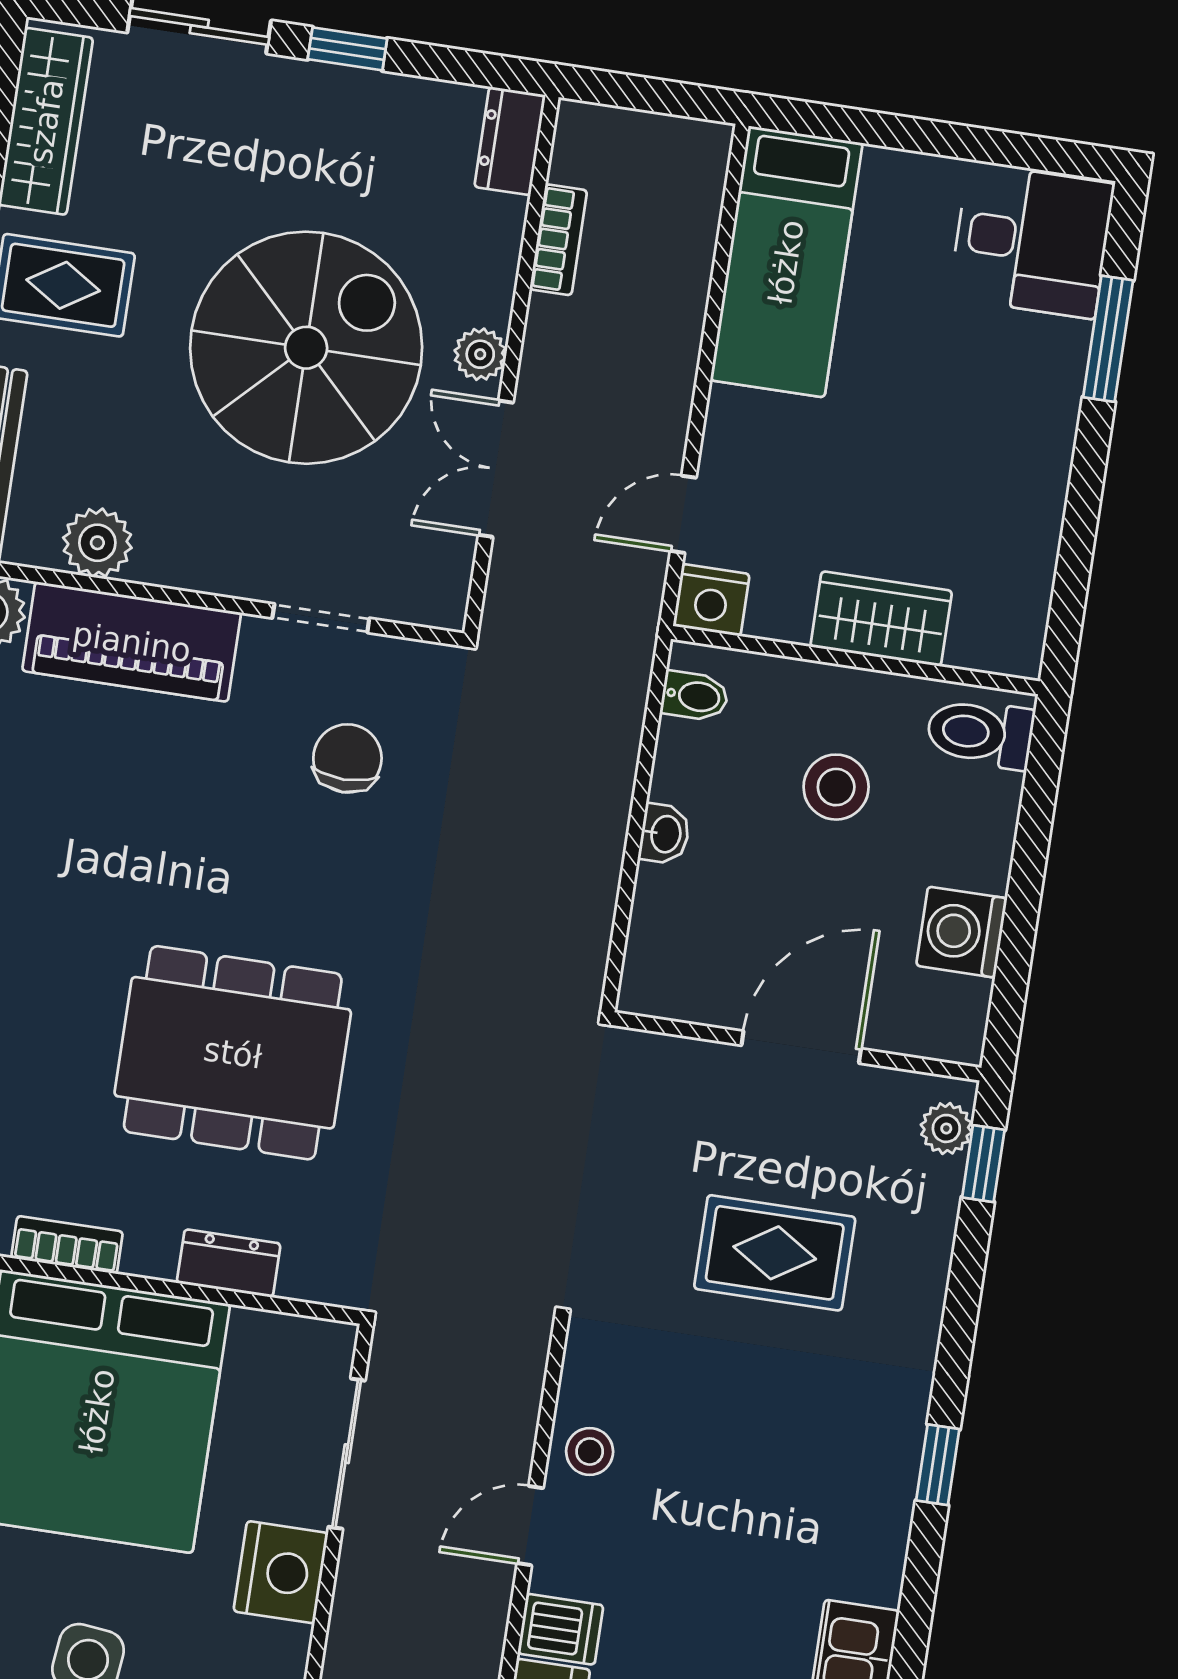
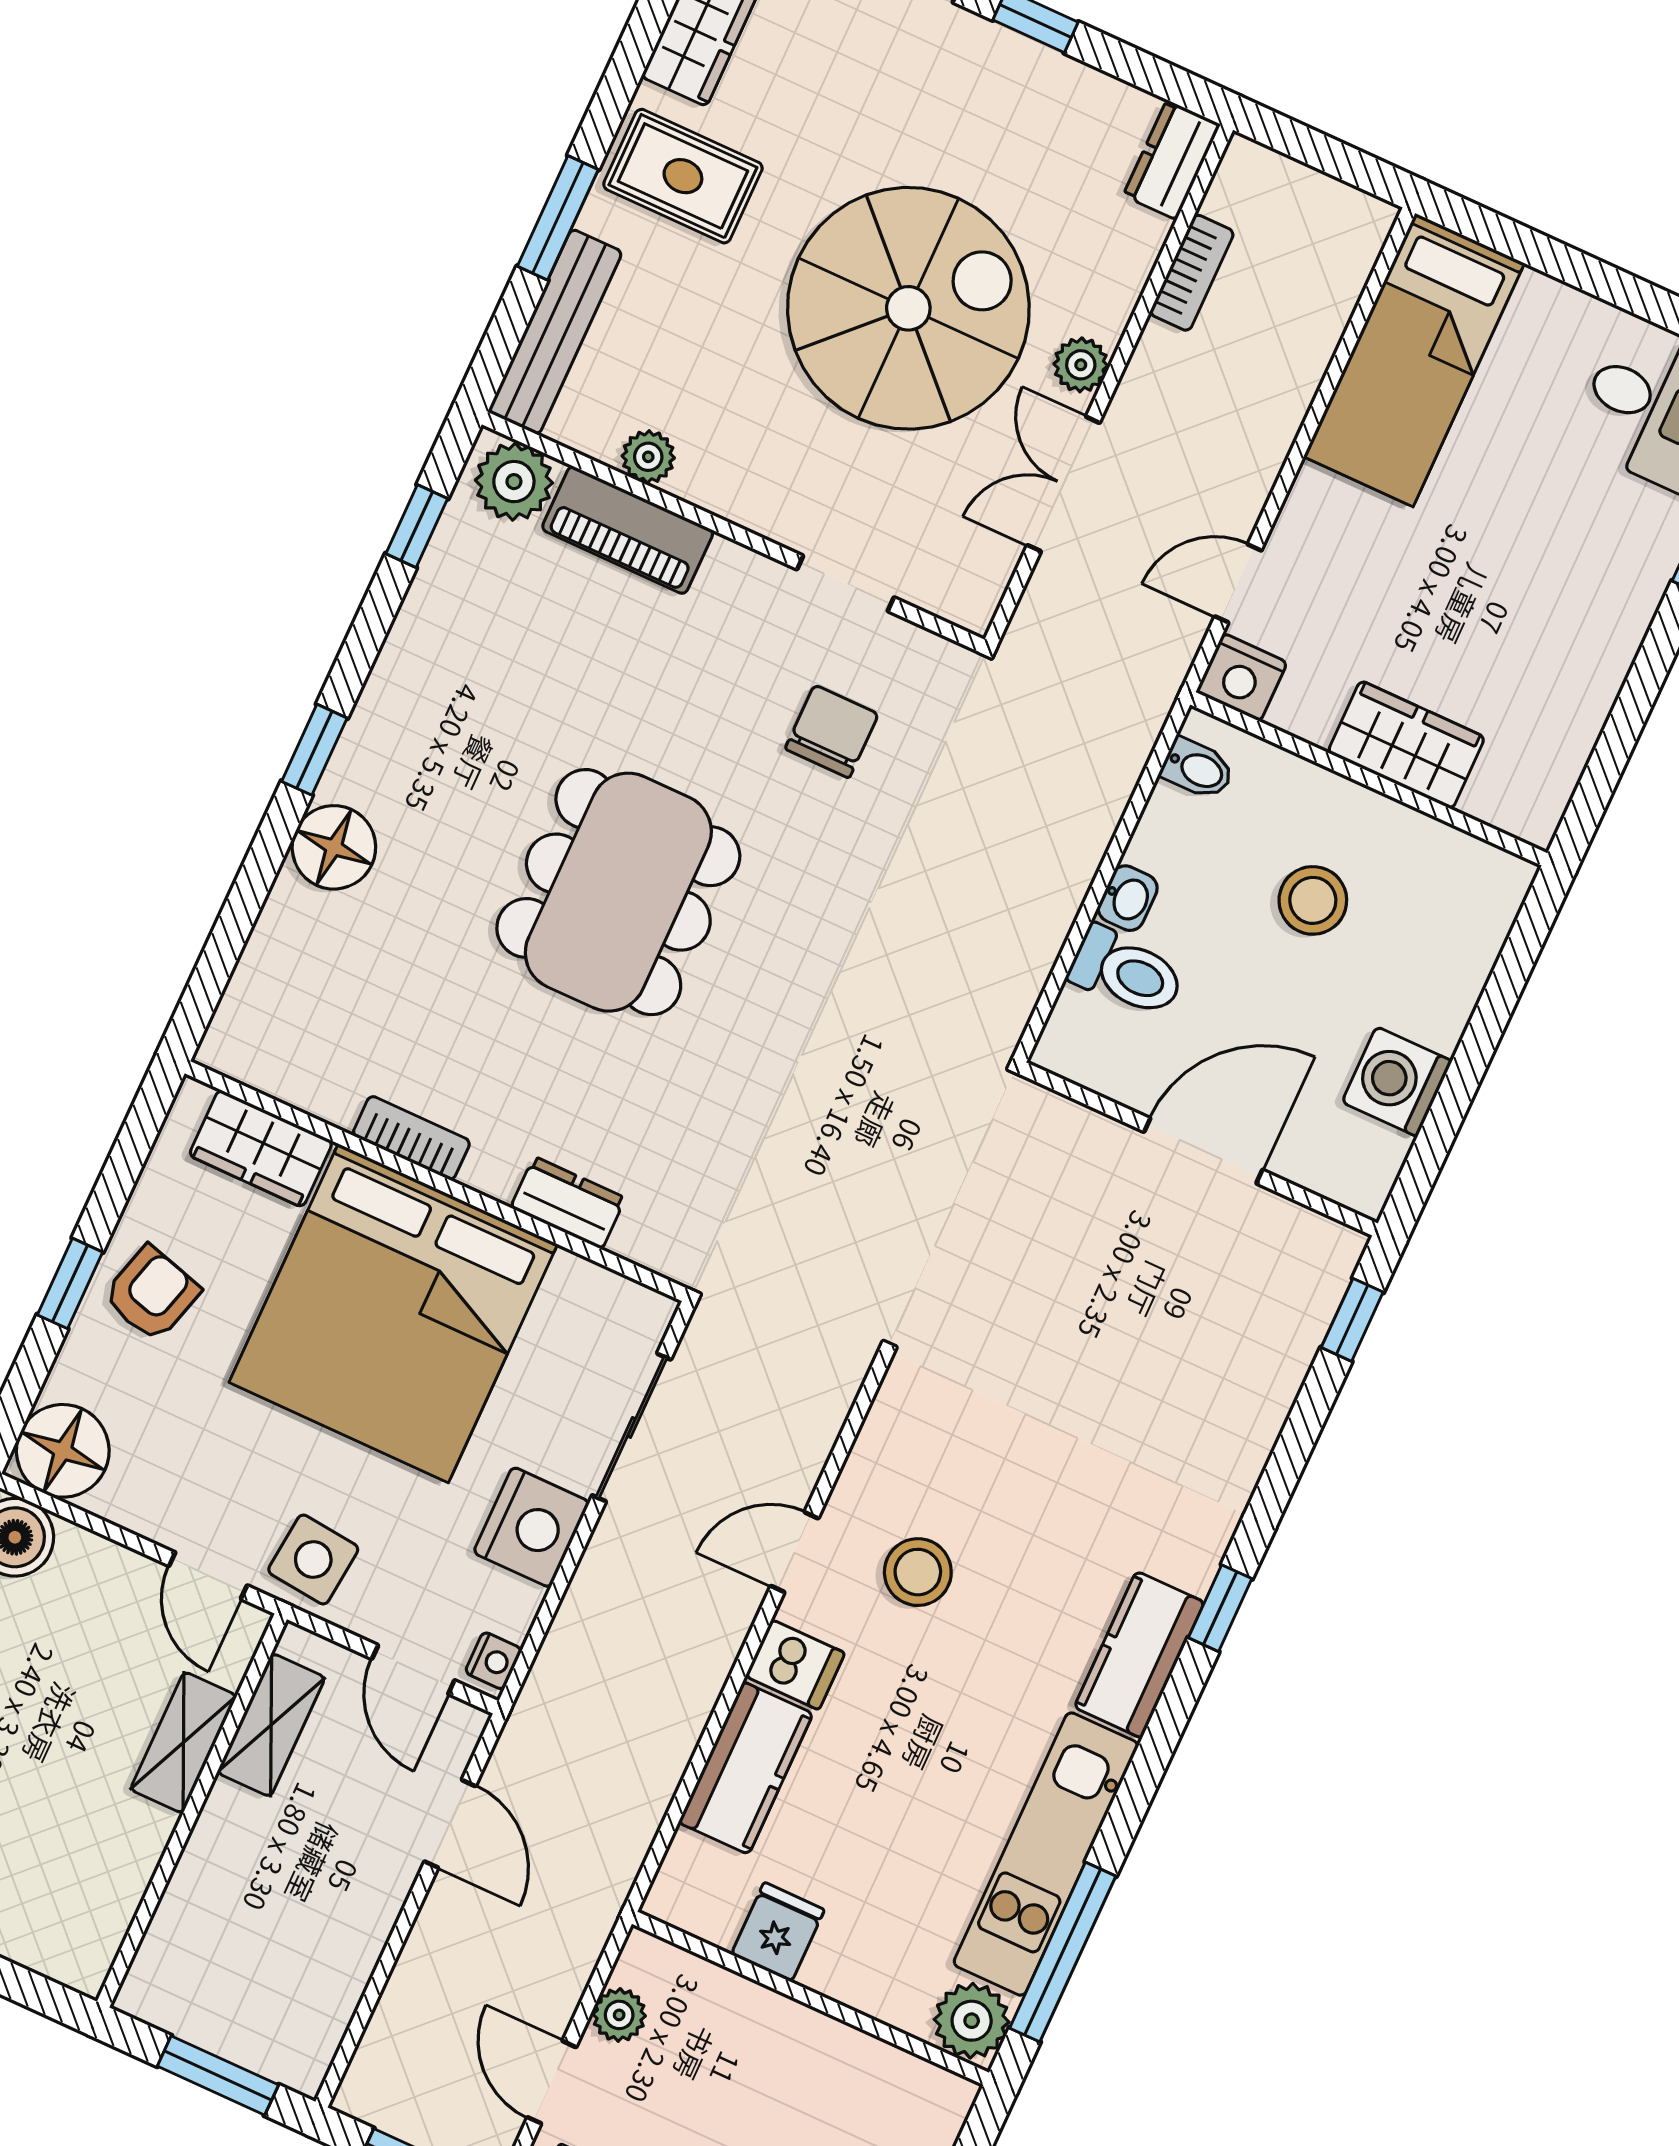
plant: (97, 543) -> (648, 457), width x0.73, depth x0.73
piano: (132, 642) -> (628, 530), width x0.73, depth x0.75
toilet: (980, 733) -> (1127, 972), moved, turned 180
dining table: (233, 1053) -> (618, 892), moved, turned 90
plant: (946, 1128) -> (1325, 1274), removed
rug: (775, 1253) -> (1118, 1349), removed
stool: (590, 1451) -> (918, 1572), moved, width x1.37, depth x1.37
kitchen counter: (875, 1529) -> (1139, 1655), added

